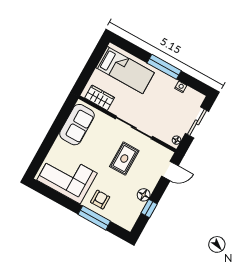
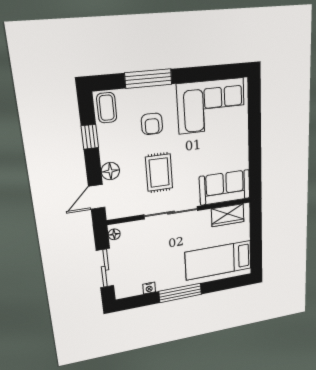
sofa: (77, 125) -> (225, 187), moved, turned 90
floor lamp: (144, 195) -> (110, 171), moved
armchair: (100, 200) -> (152, 124), moved
coffee table: (129, 218) -> (107, 108), added

